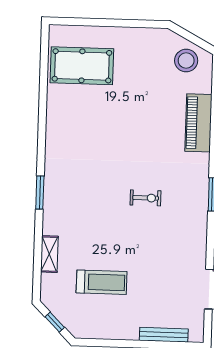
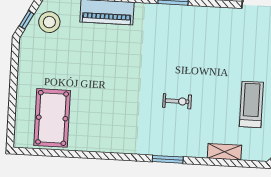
window: (188, 36) -> (27, 20), added
exercise bike: (146, 198) -> (177, 101), moved, turned 90

